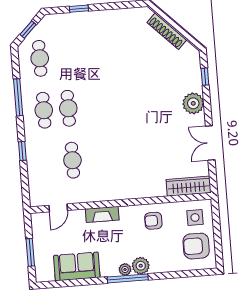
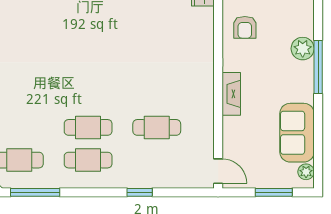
window: (18, 97) -> (35, 192), moved
door: (58, 208) -> (218, 171), moved
plant: (125, 269) -> (306, 172), moved

